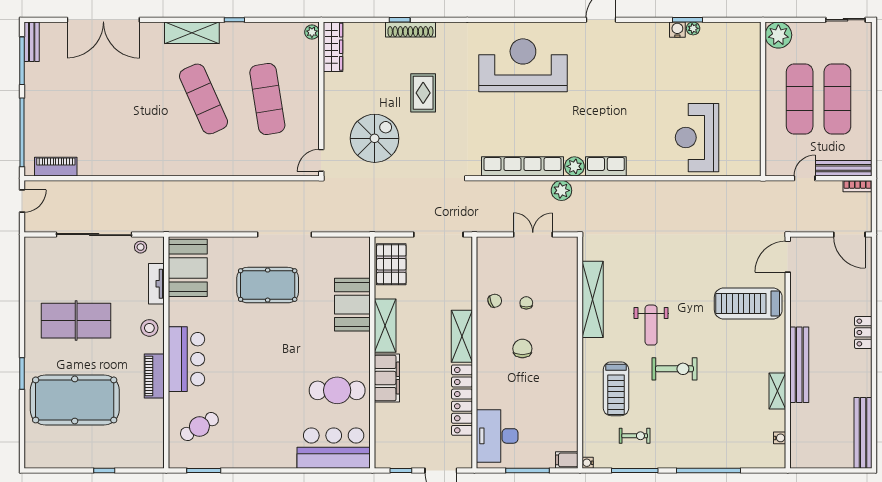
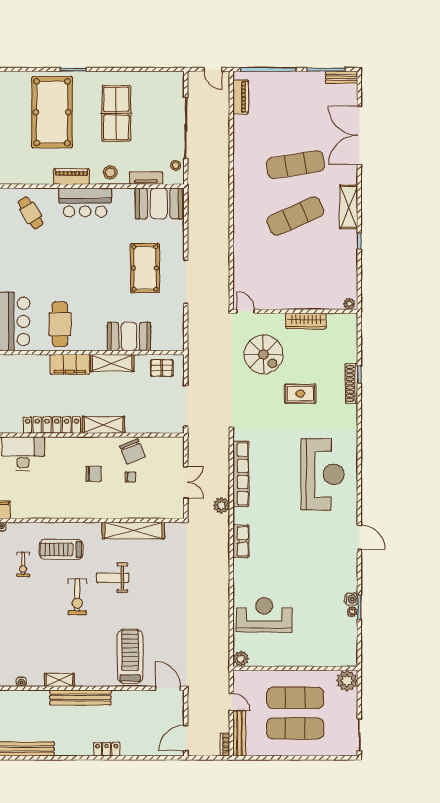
wardrobe: (333, 47) -> (306, 321), moved
exercise mat: (267, 99) -> (295, 165), moved
plant: (574, 166) -> (241, 659), moved
pallet: (391, 264) -> (162, 368), width x0.67, depth x0.71
chair: (495, 301) -> (132, 451), width x1.87, depth x1.87

